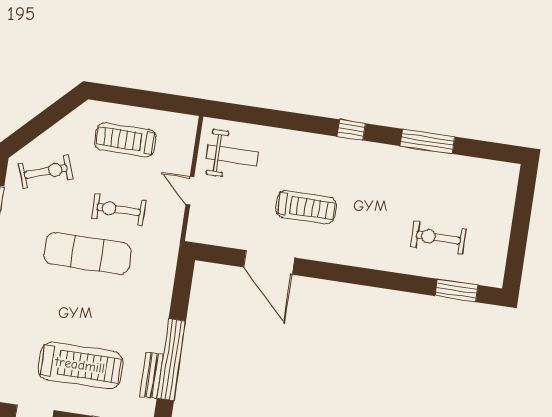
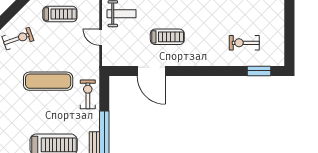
treadmill: (125, 140) -> (60, 14), turned 180
exercise bike: (119, 210) -> (88, 94), moved, turned 90

